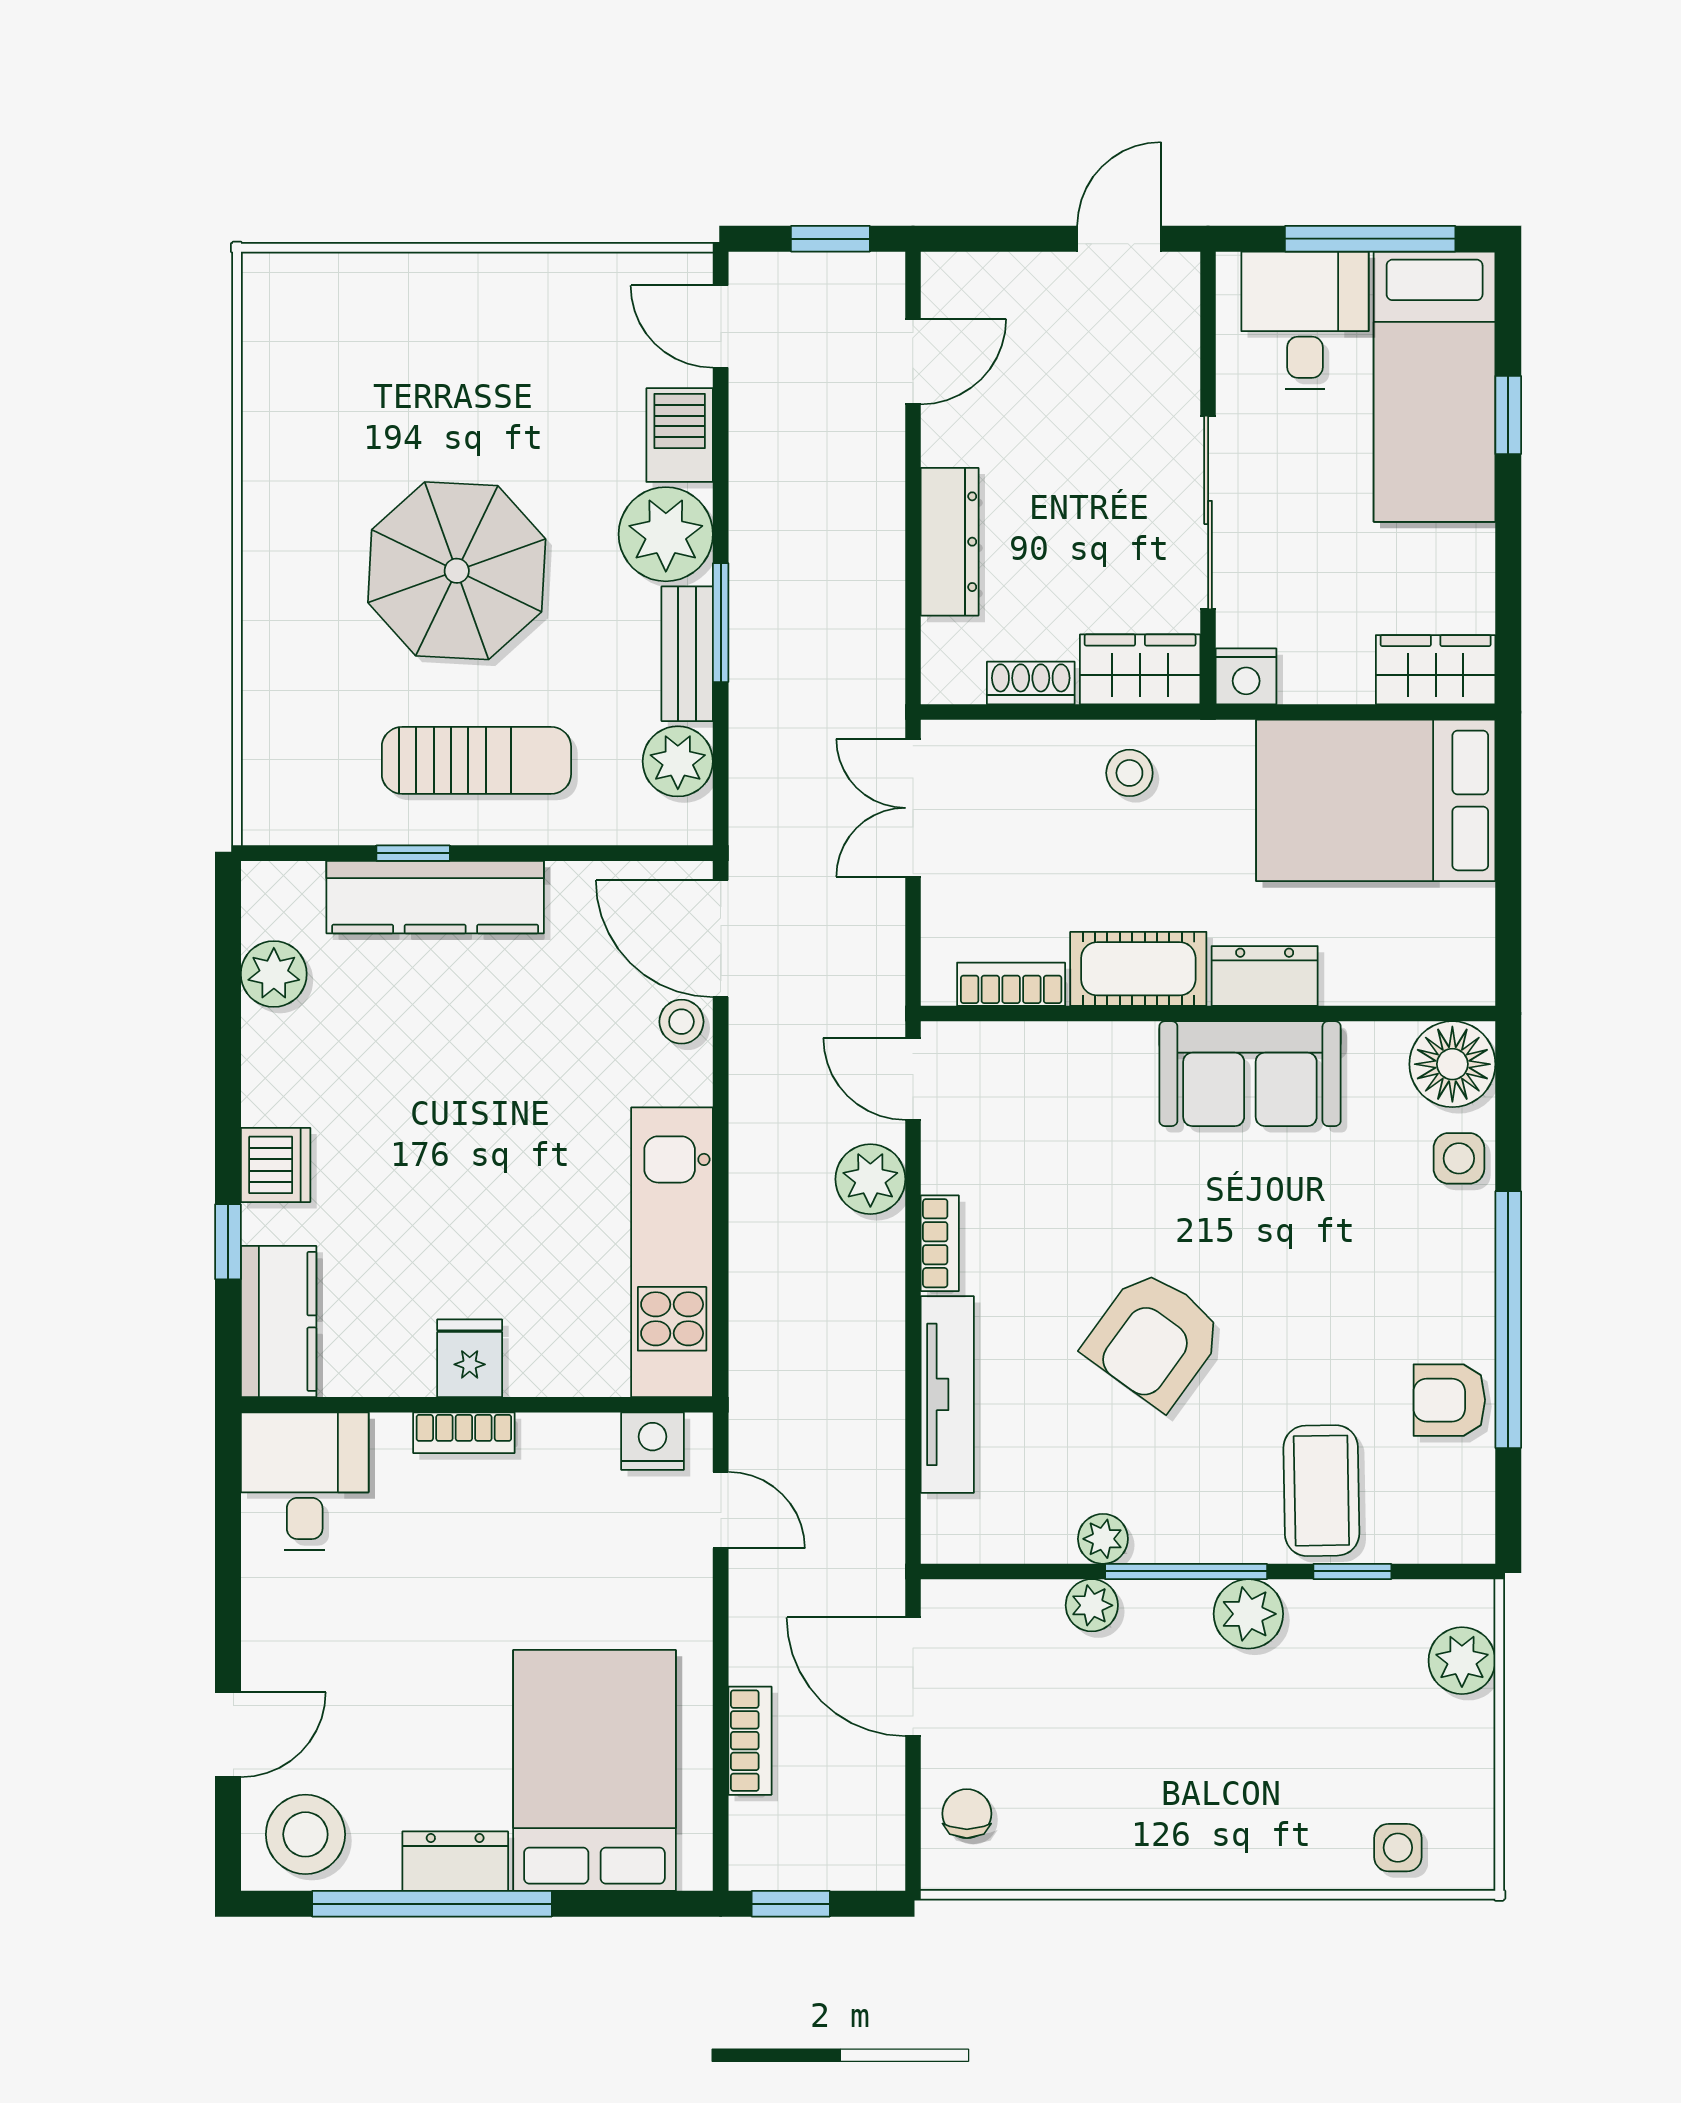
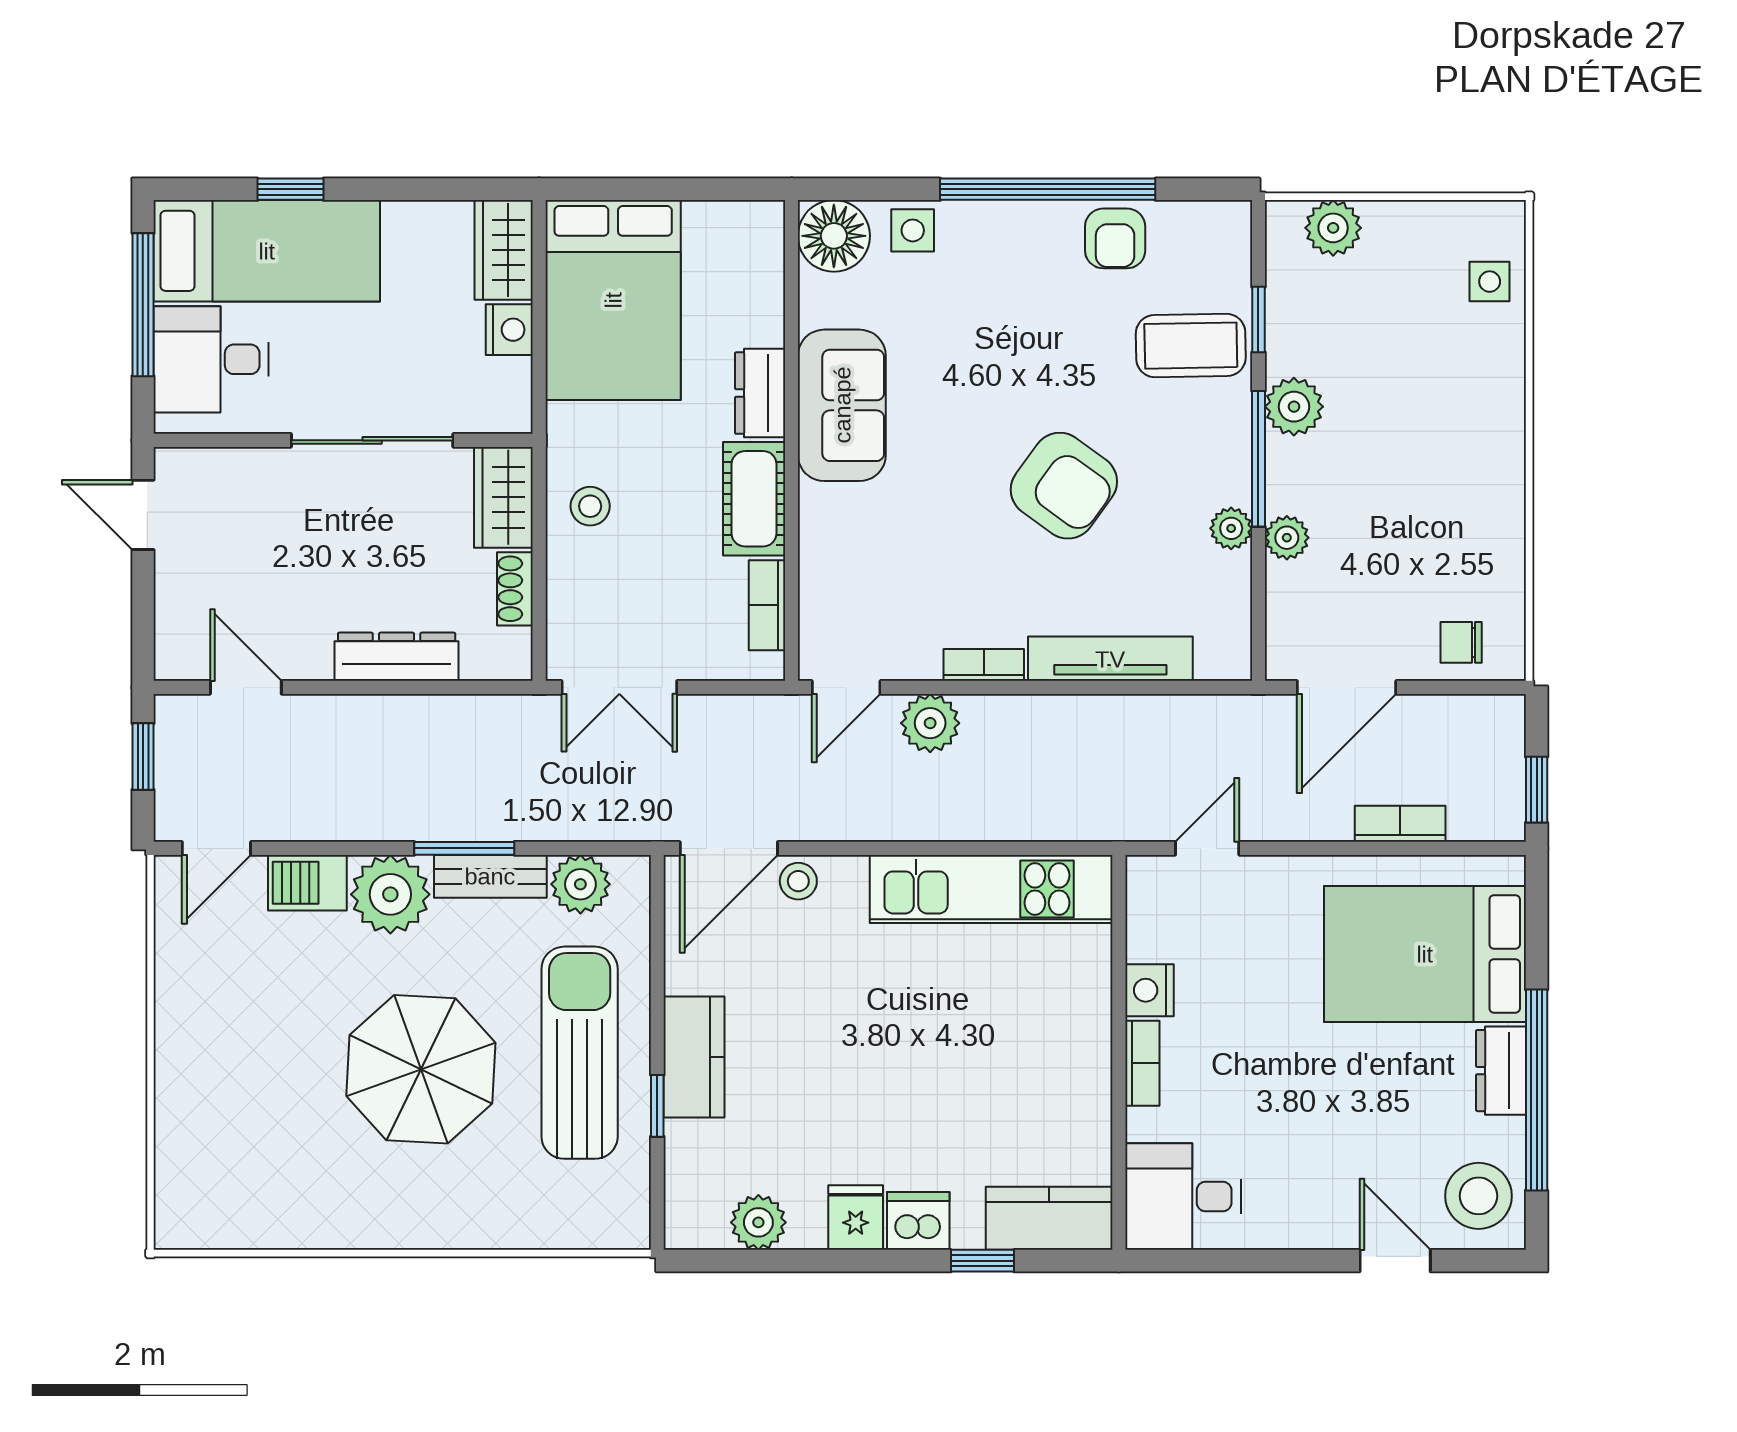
nightstand: (1246, 676) -> (509, 330), moved
sun lounger: (476, 760) -> (580, 1053), width x1.36, depth x1.34
kitchen counter: (435, 897) -> (694, 1057), width x0.67
fridge: (470, 1358) -> (856, 1217), moved, turned 90
nightstand: (653, 1441) -> (1149, 990), moved

